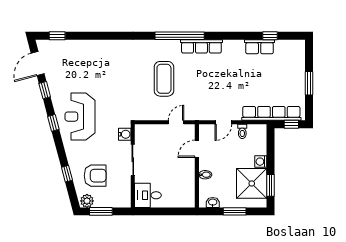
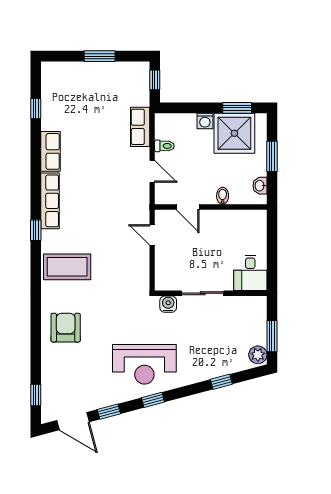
window: (180, 36) -> (36, 230), width x0.32
row of seats: (260, 47) -> (50, 151), moved
coffee table: (164, 79) -> (67, 267), moved
row of seats: (271, 113) -> (140, 127), width x0.50
armchair: (95, 176) -> (66, 328), moved

